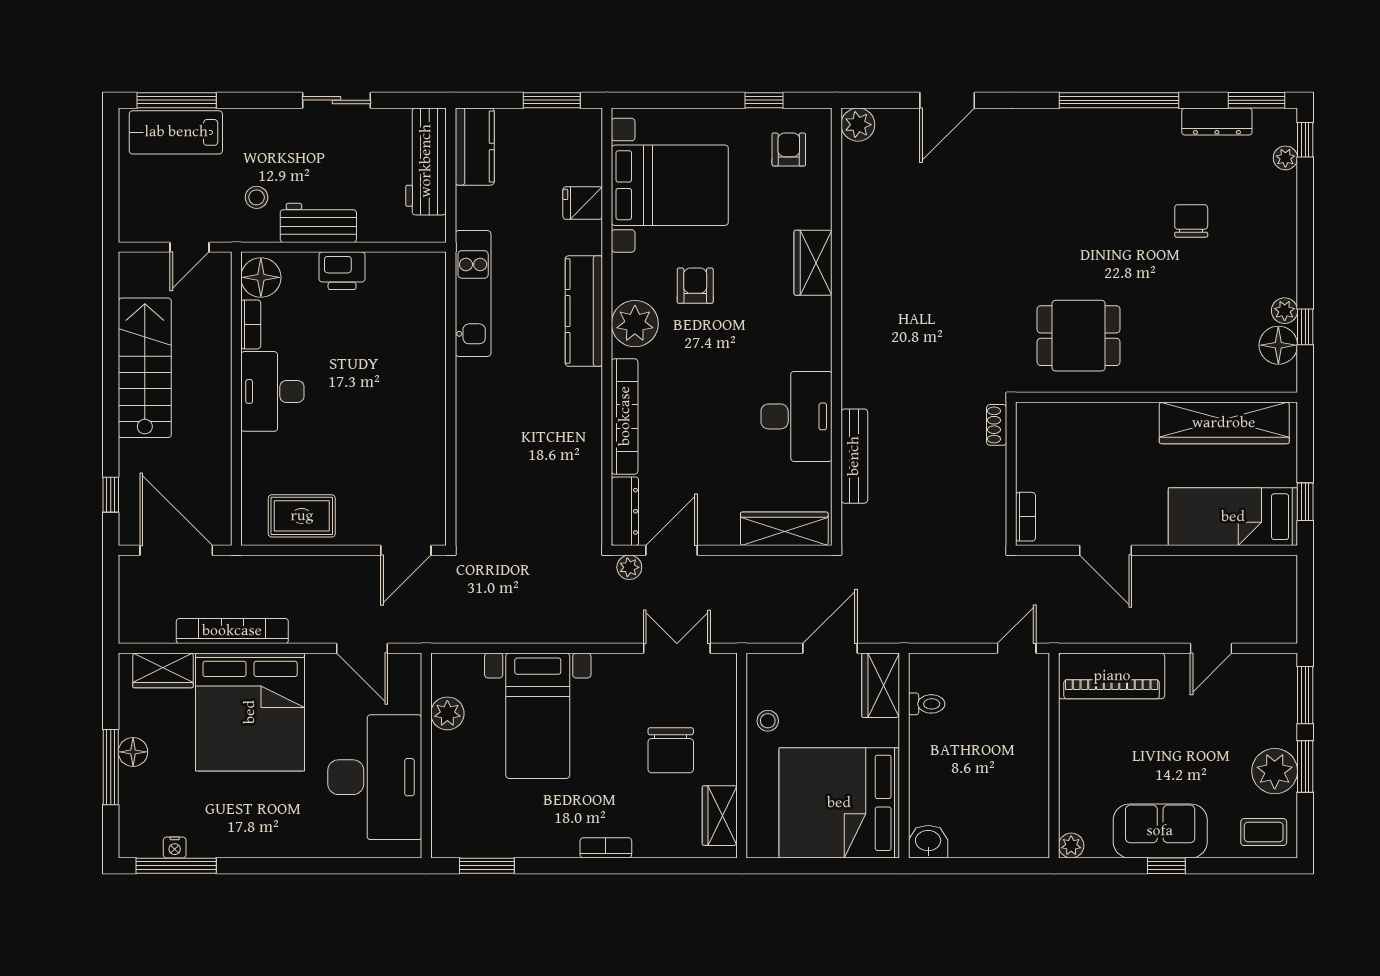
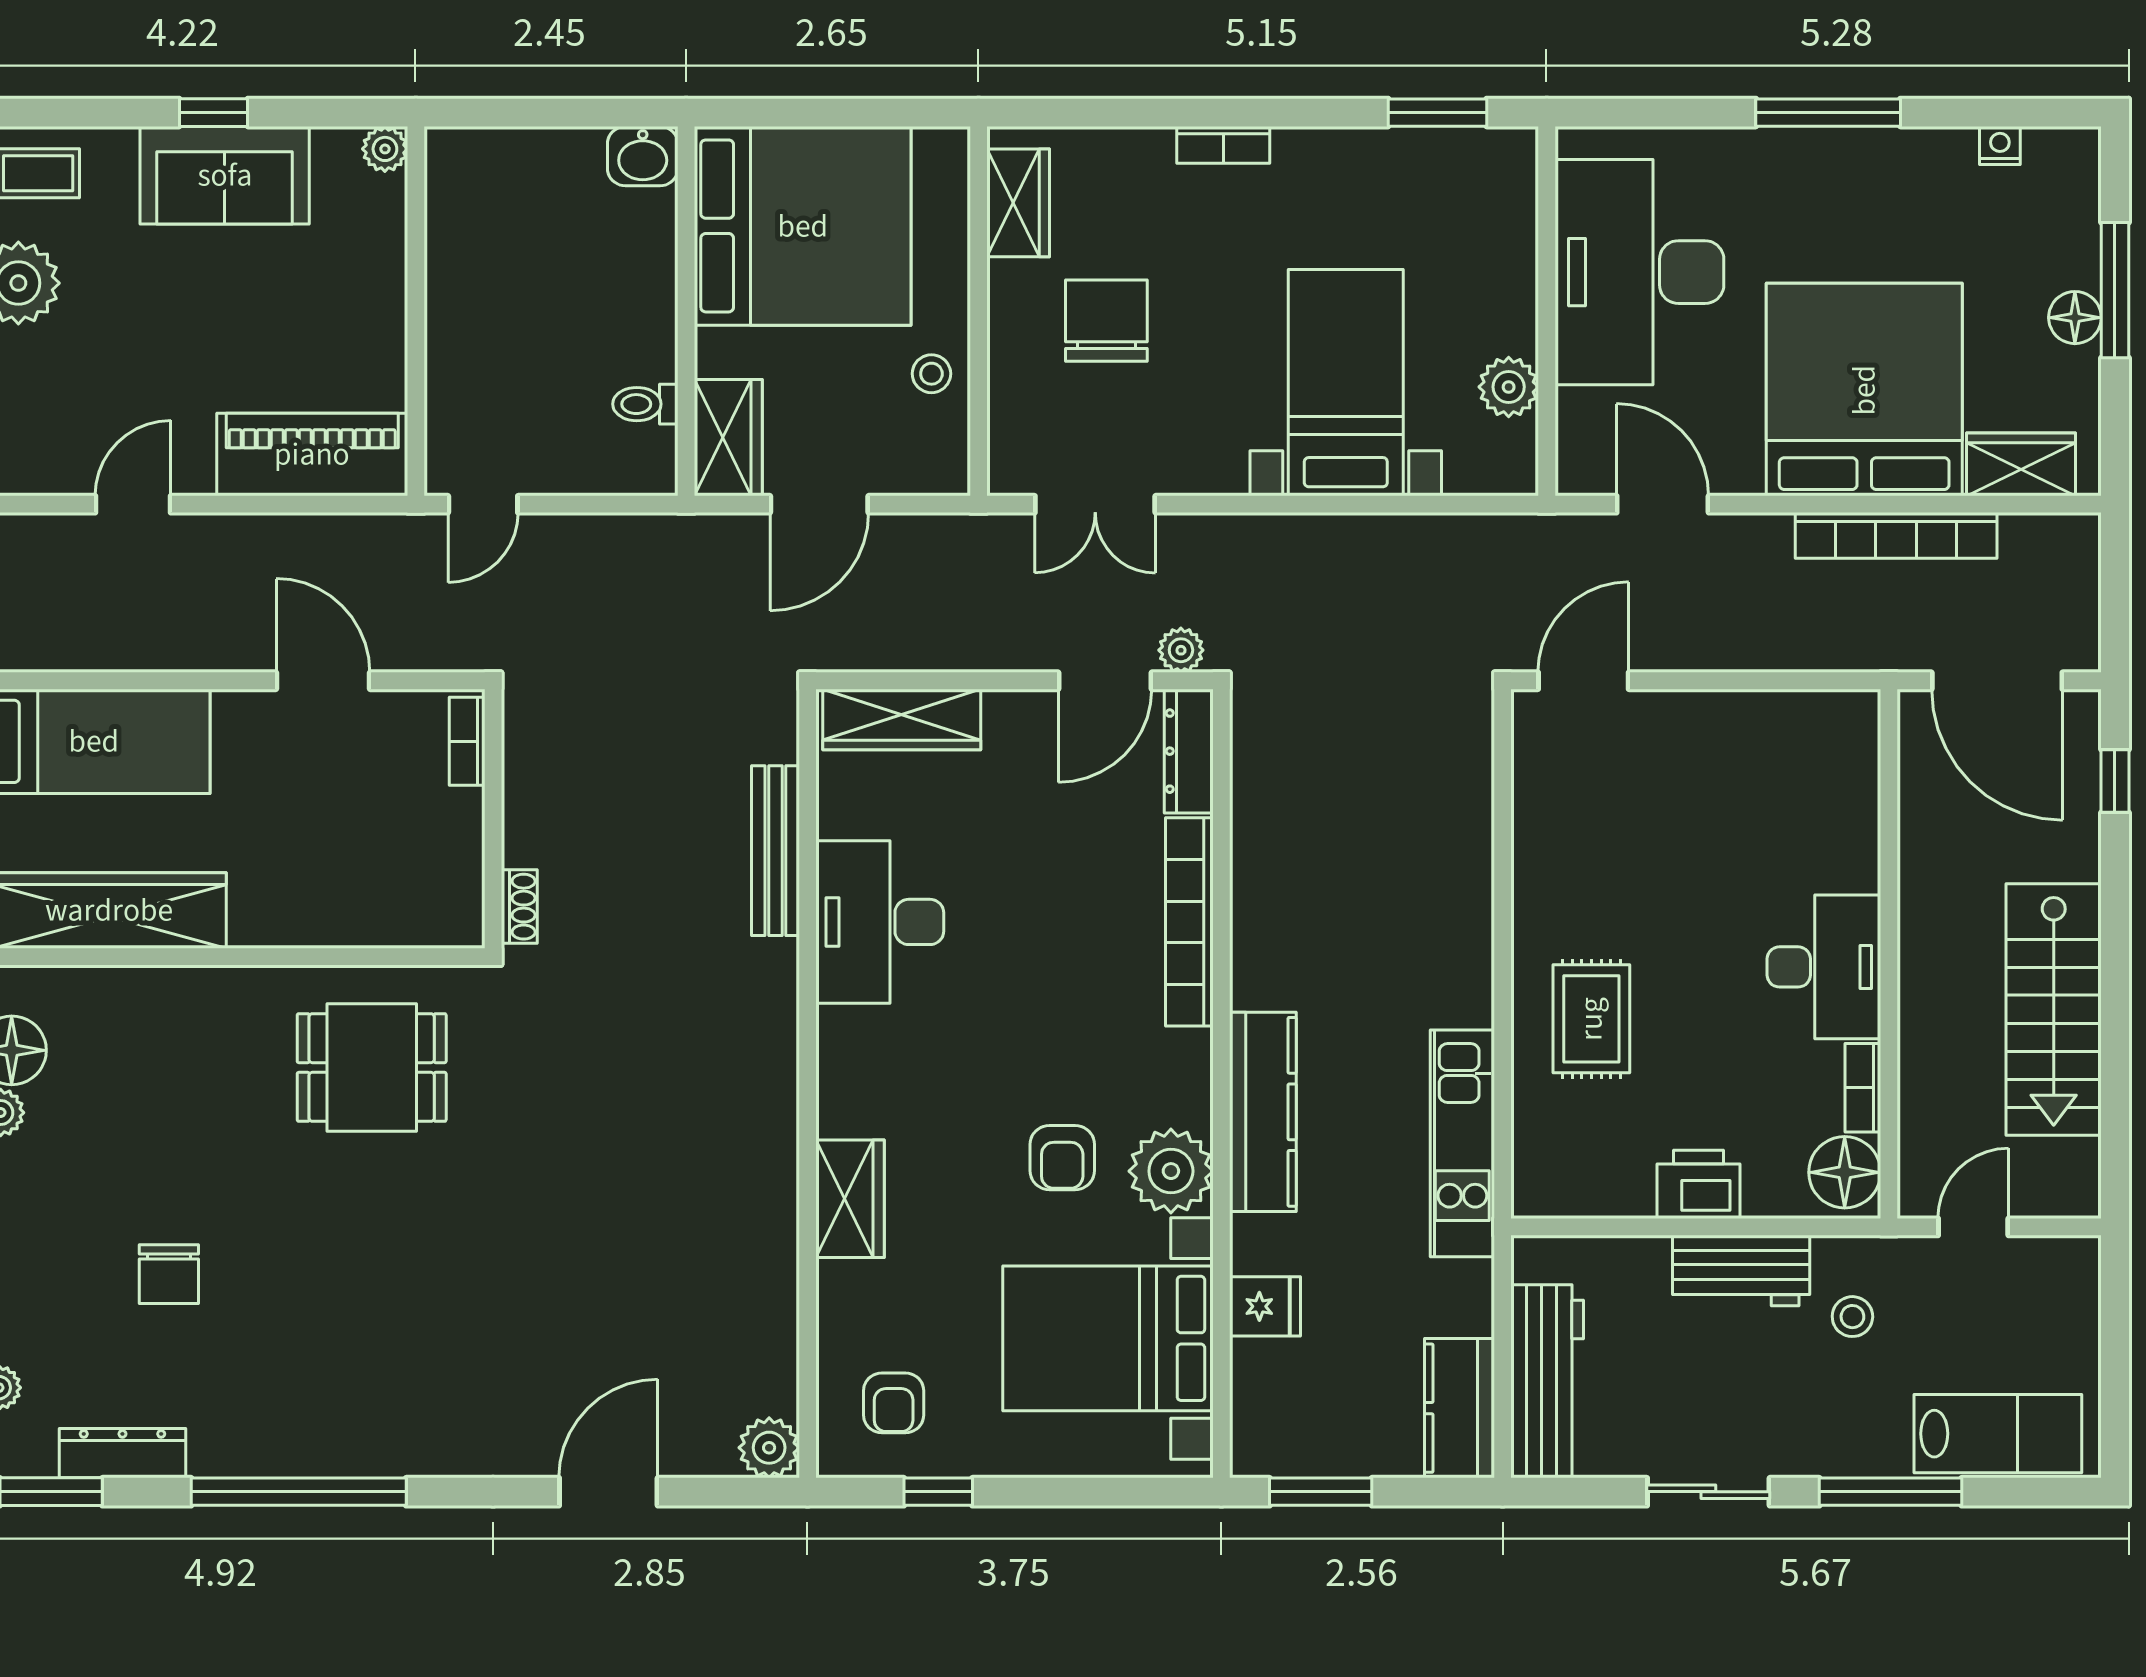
window: (177, 100) -> (1891, 1492), moved
plant: (635, 324) -> (1171, 1171), moved
rug: (302, 516) -> (1591, 1019), moved, turned 90
window: (176, 866) -> (1828, 113), moved

